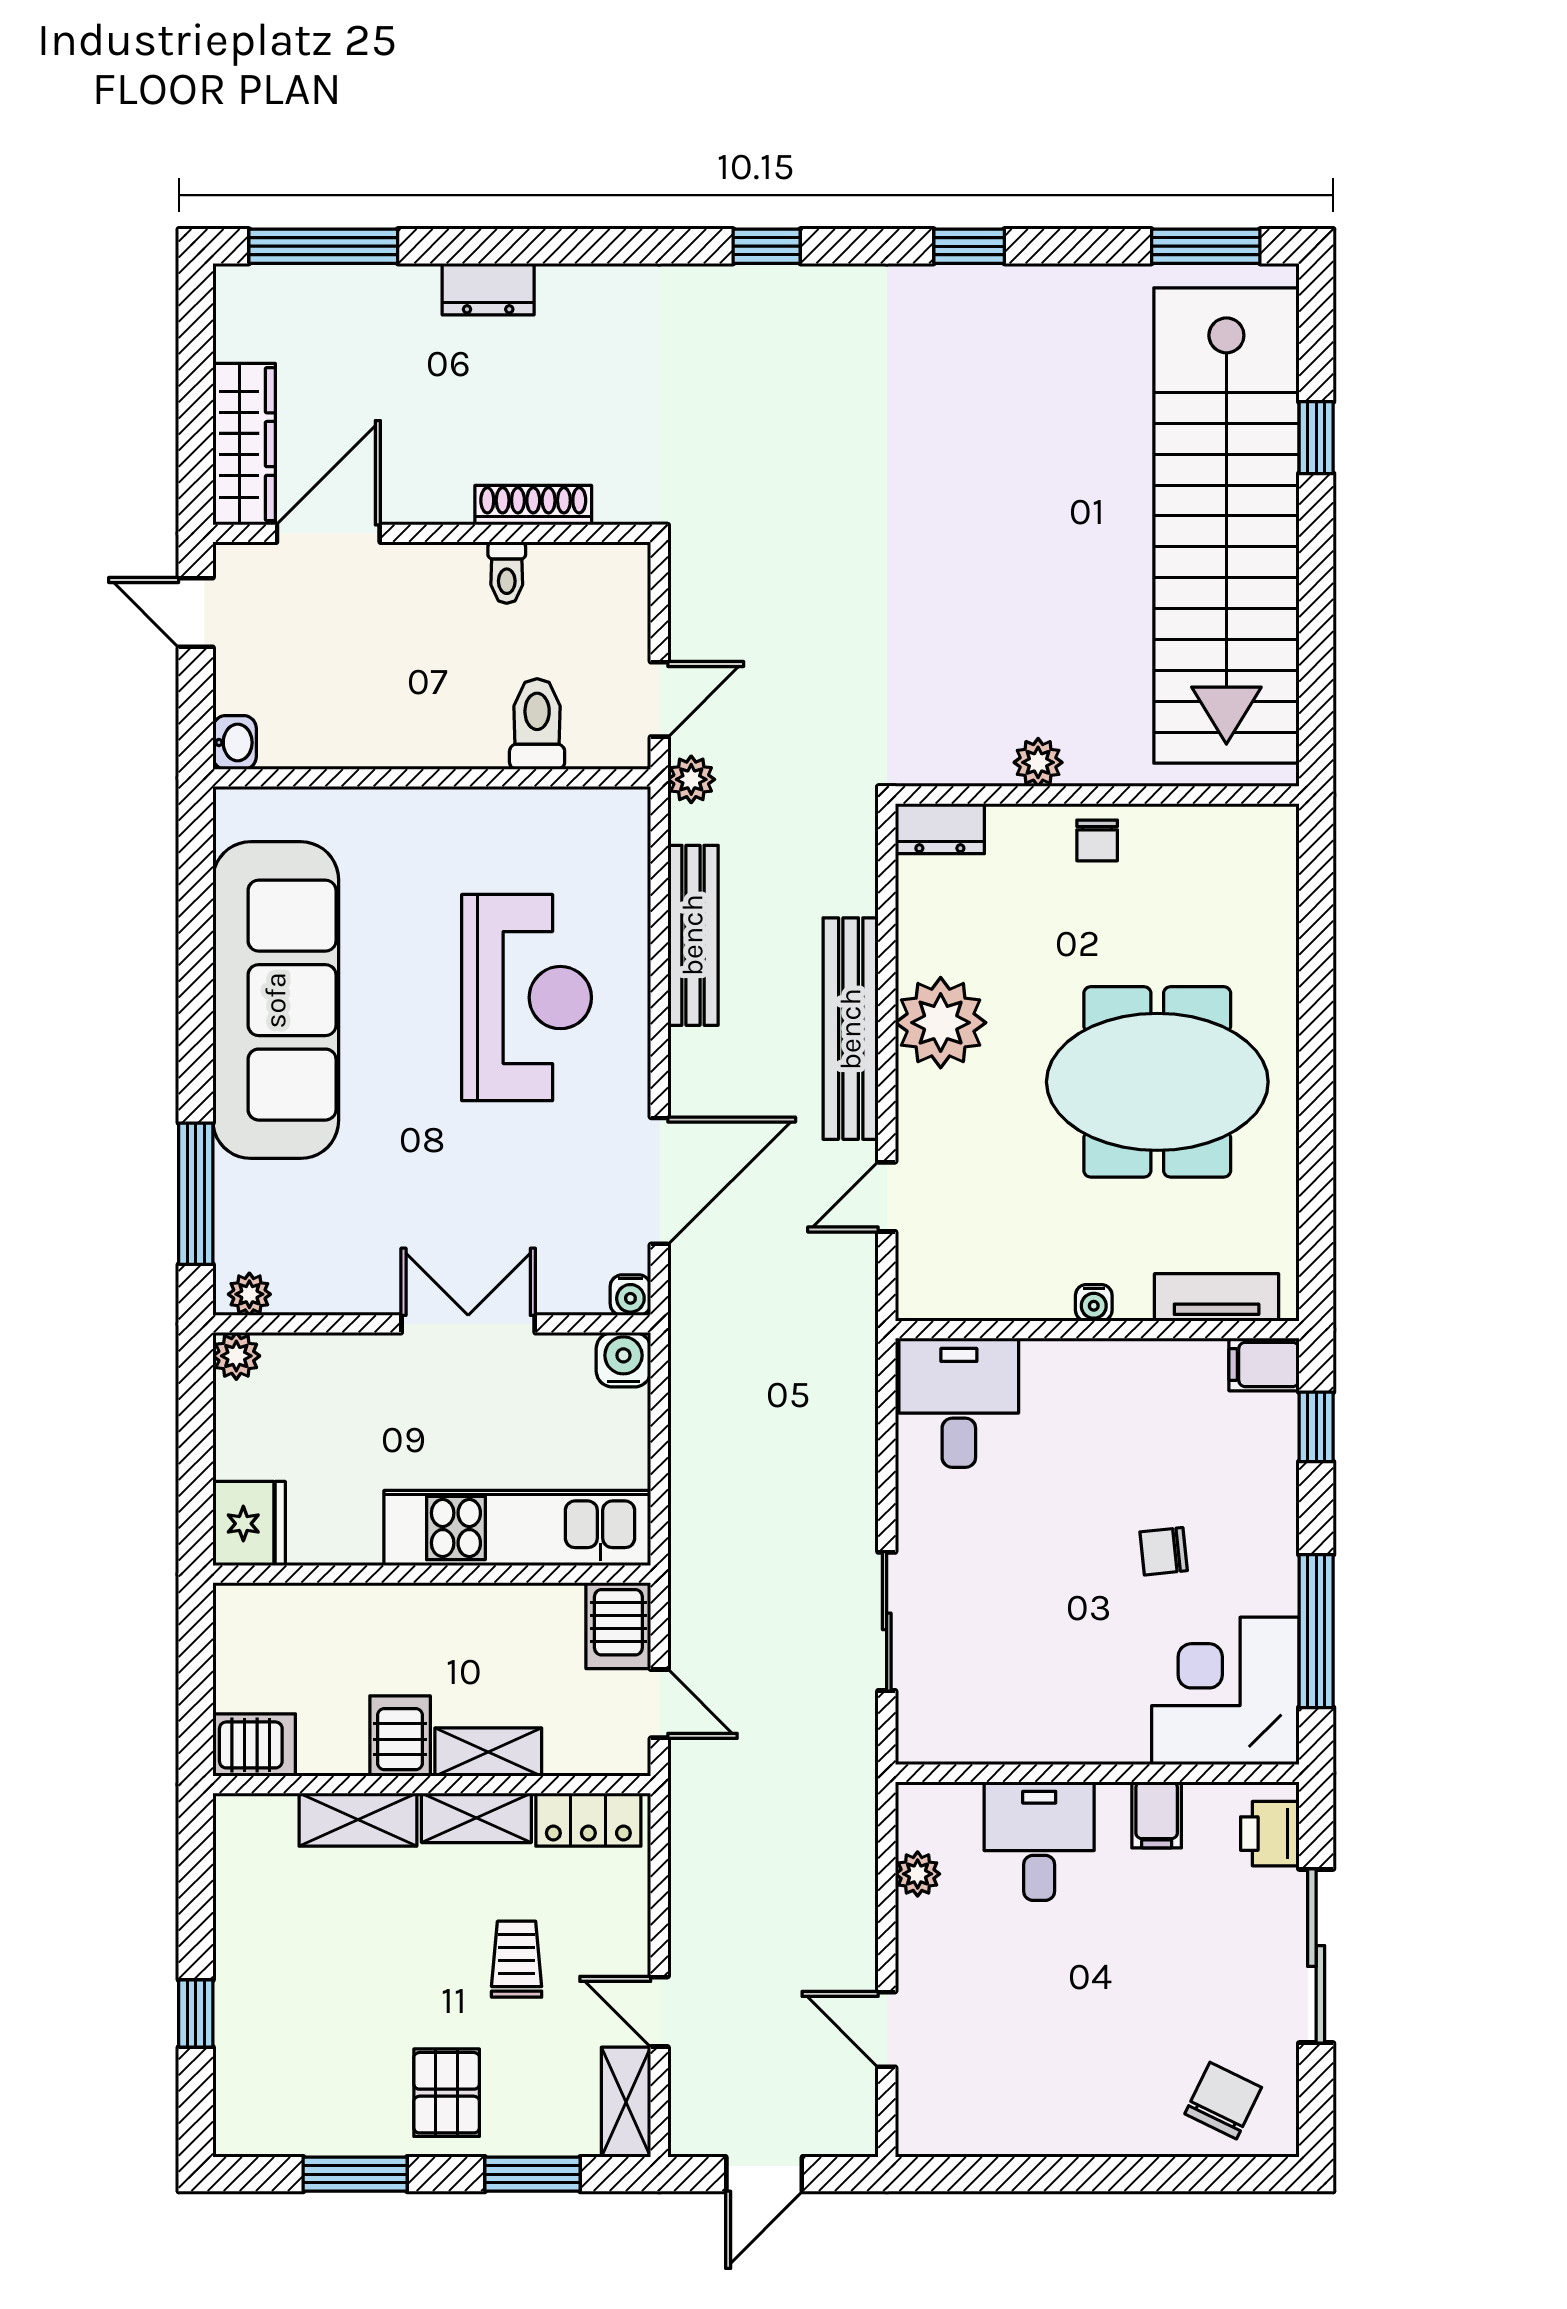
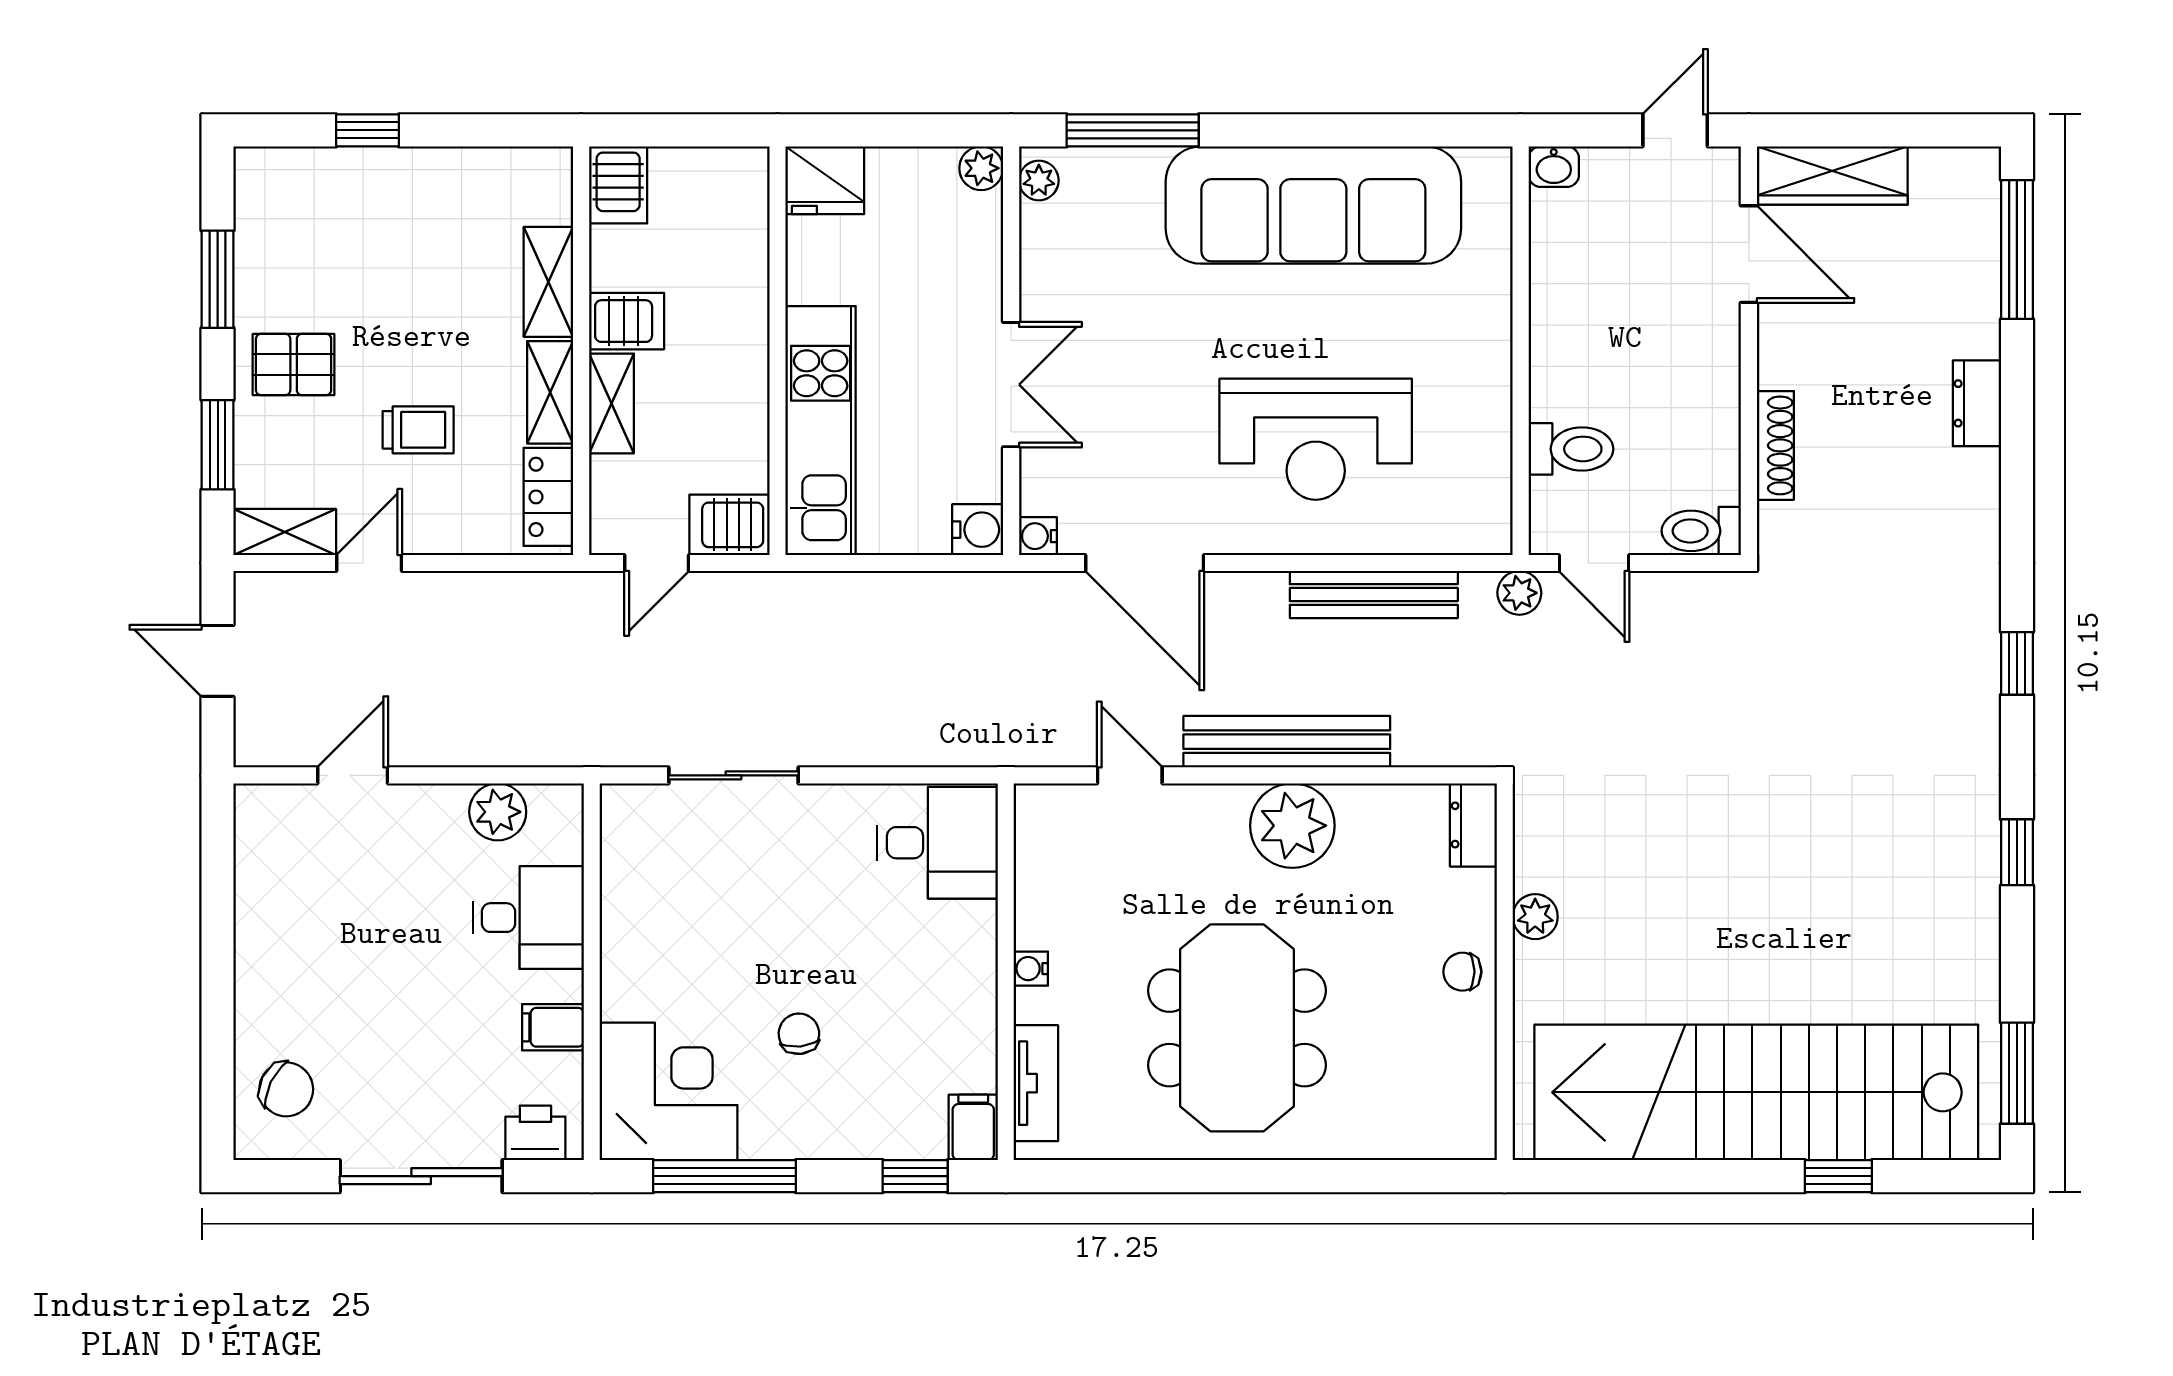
toilet: (507, 573) -> (1701, 531), moved, width x1.37, depth x1.39
plant: (918, 1874) -> (498, 812), width x1.38, depth x1.38

